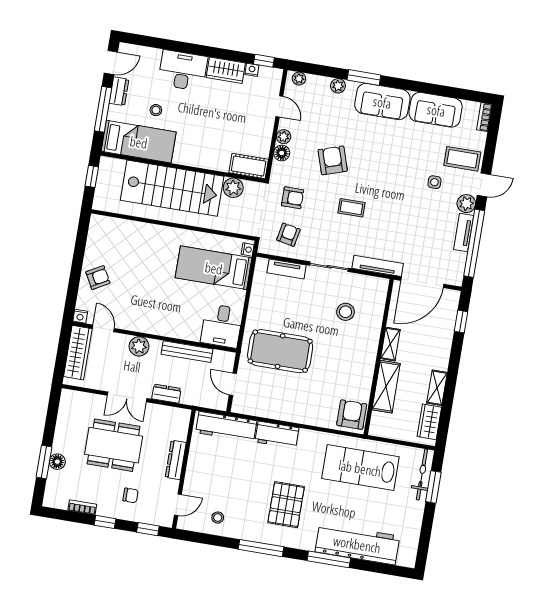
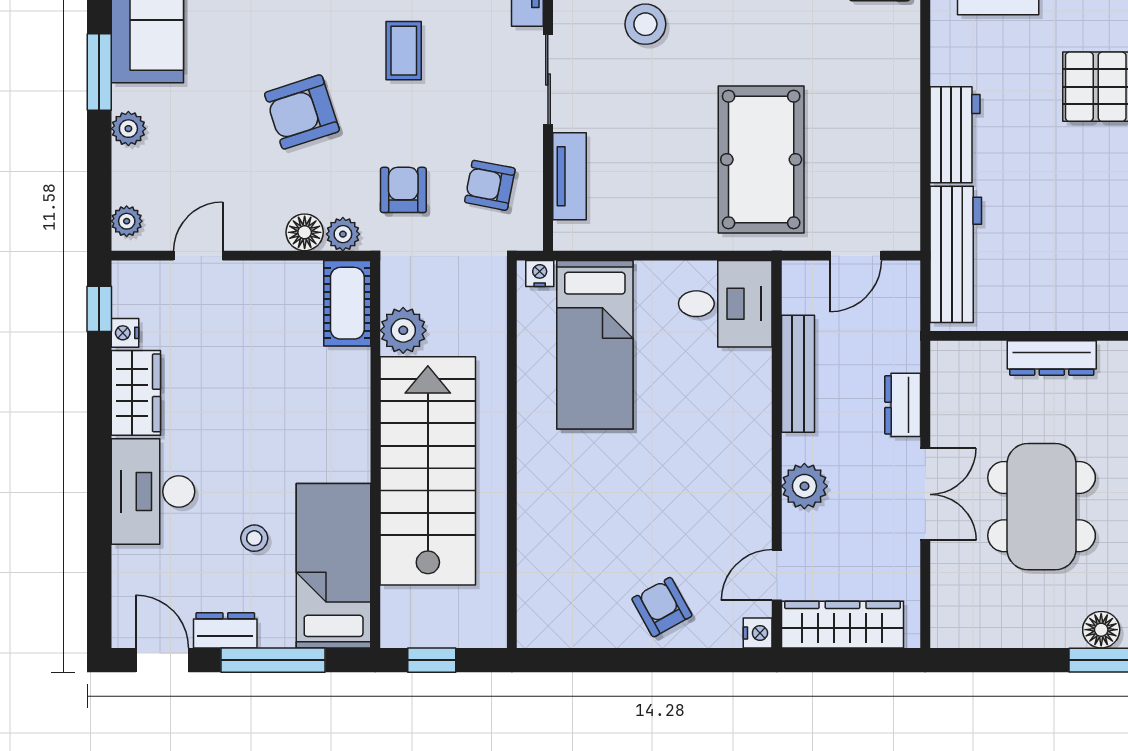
plant: (284, 137) -> (343, 234), moved

